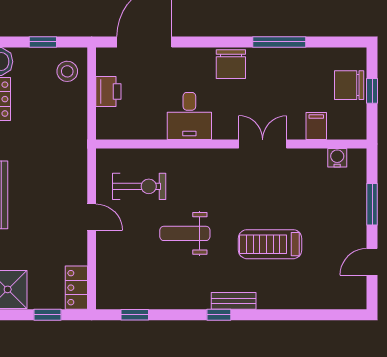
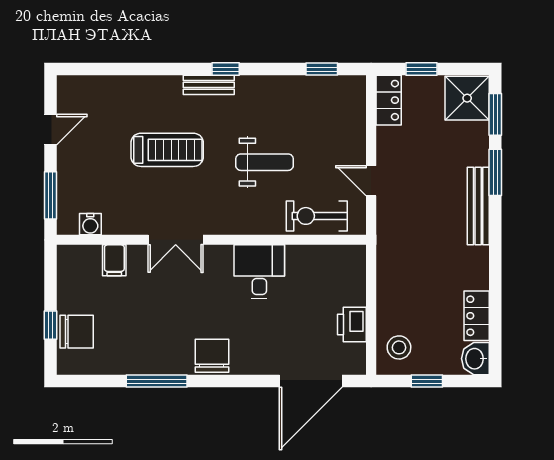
desk: (189, 116) -> (259, 272), moved
filing cabinet: (316, 126) -> (114, 260), moved
wall: (231, 144) -> (211, 240), moved
double door: (263, 144) -> (176, 240), moved
water cooler: (337, 158) -> (90, 224), moved

